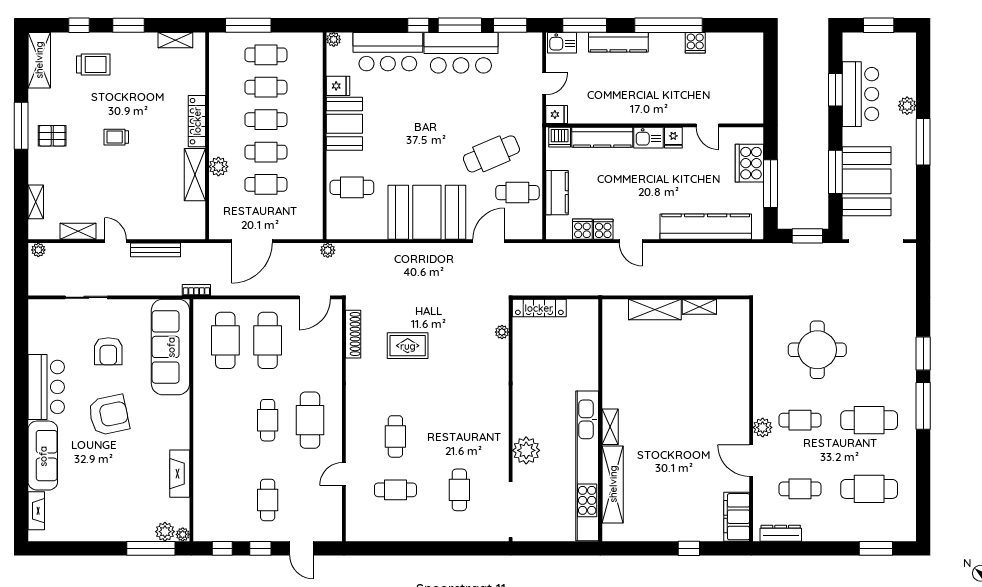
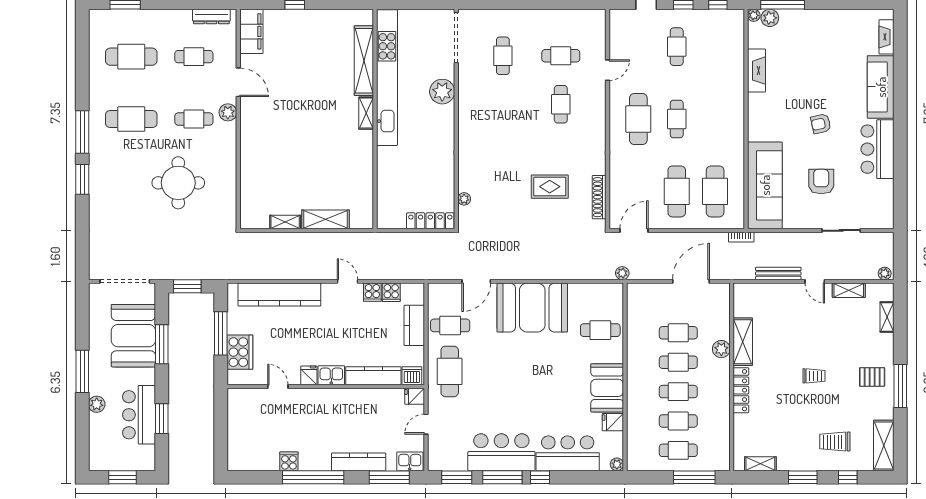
cafe table: (491, 154) -> (450, 371), moved, turned -67
armchair: (109, 415) -> (821, 124), width x0.53, depth x0.53

